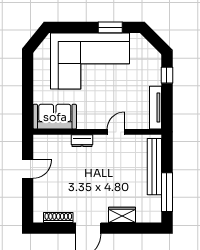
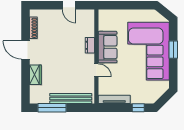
window: (110, 27) -> (173, 50), moved
sofa: (55, 117) -> (108, 47), moved

